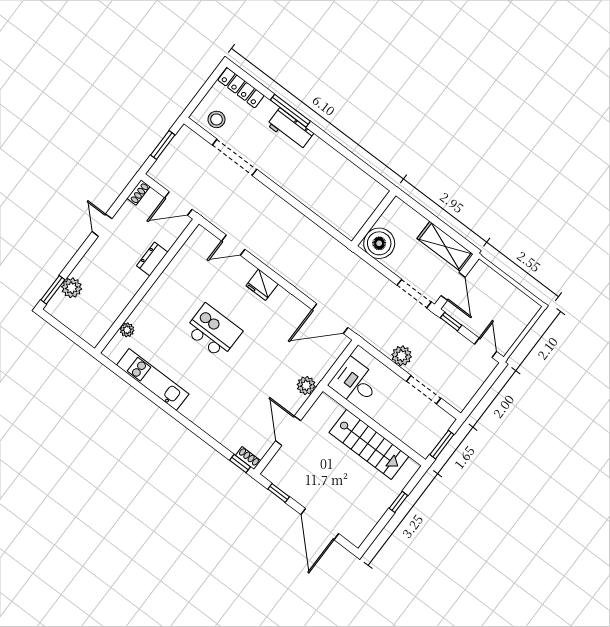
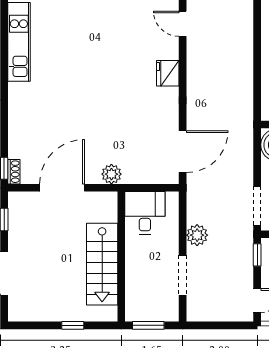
door: (330, 319) -> (183, 152), swing flipped
kitchen island: (213, 331) -> (98, 62), removed
door: (288, 431) -> (62, 188), width x1.36

